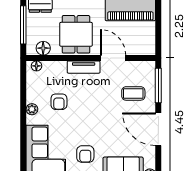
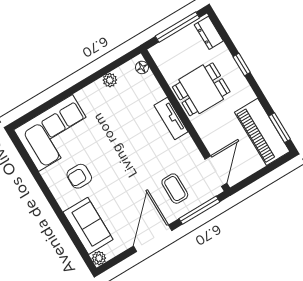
floor lamp: (43, 48) -> (165, 63), removed
door: (113, 58) -> (216, 171), moved
armchair: (59, 102) -> (118, 114), removed
plant: (32, 109) -> (110, 80), moved

